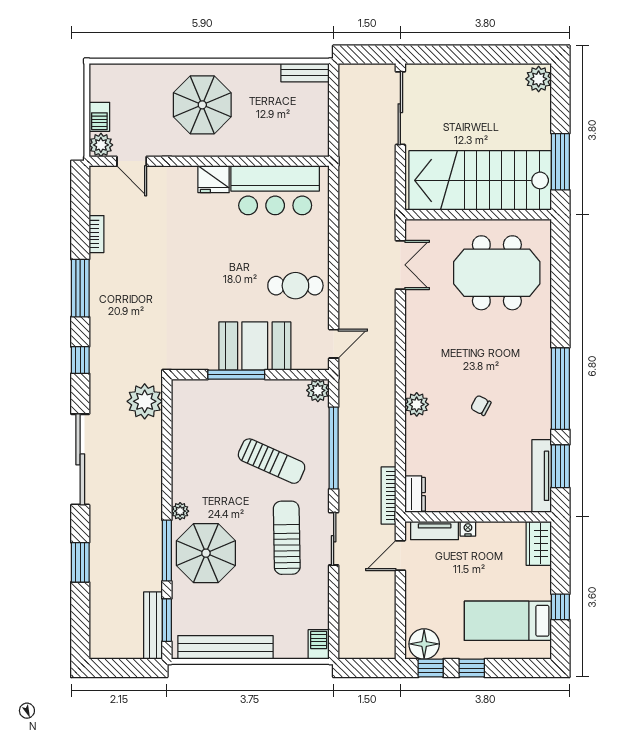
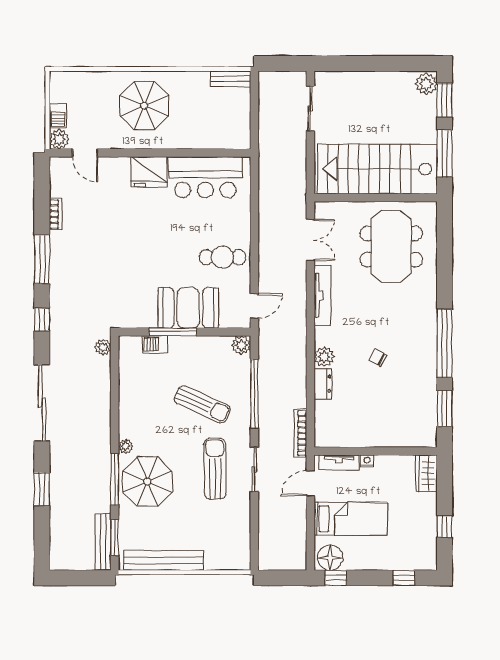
window: (560, 98) -> (444, 100), added
sliding door: (400, 108) -> (310, 108), width x0.73
fridge: (214, 179) -> (149, 172), width x1.36, depth x1.34
meeting table: (497, 273) -> (391, 246), turned 90
plant: (145, 401) -> (103, 347), width x0.53, depth x0.53
tv unit: (542, 476) -> (322, 295), moved, turned 180
dresser: (415, 494) -> (323, 384), moved
bed: (508, 621) -> (351, 519), moved, turned 180
barbecue: (319, 644) -> (155, 344), moved, turned -90
window: (472, 668) -> (404, 578), moved

